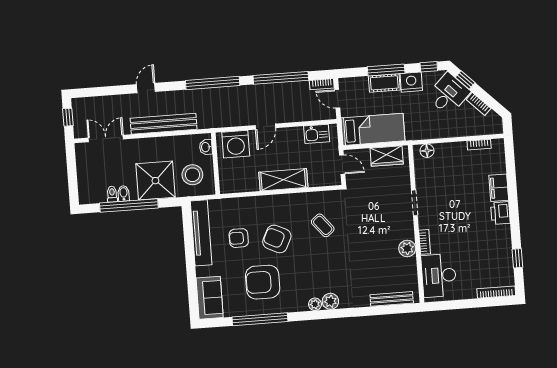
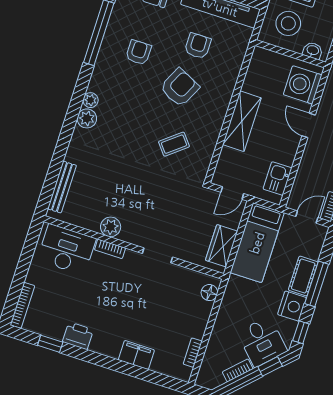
printer: (500, 213) -> (78, 336), moved
armchair: (263, 282) -> (139, 52), width x0.53, depth x0.53

